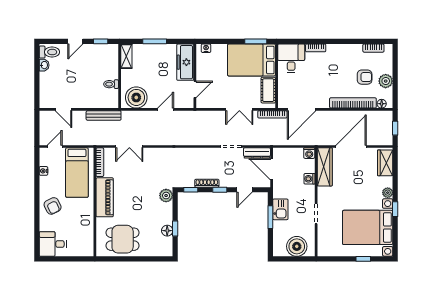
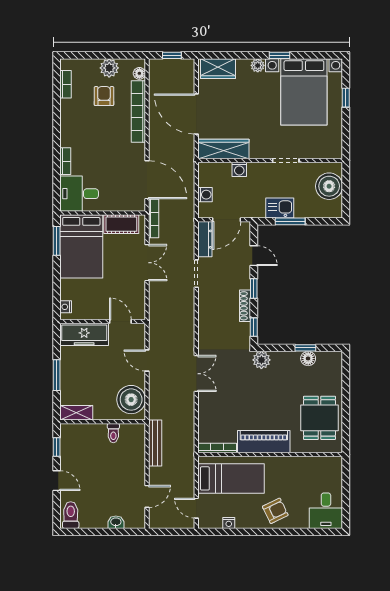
washbasin: (44, 65) -> (116, 522), moved
double door: (129, 146) -> (196, 374), moved
washing machine: (309, 153) -> (205, 195), moved

